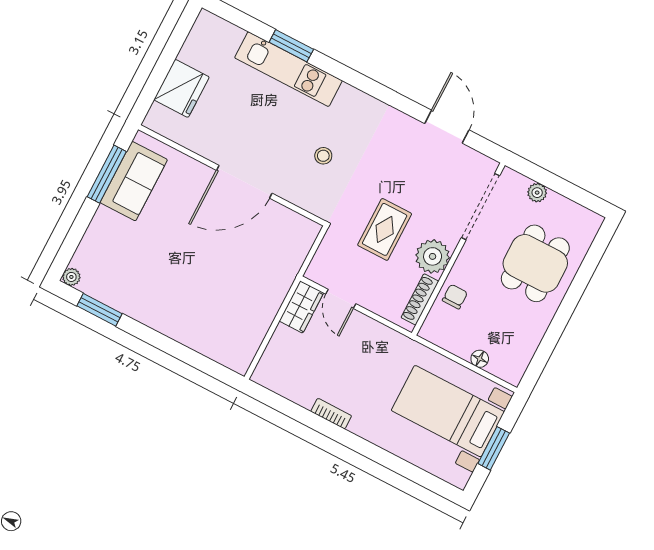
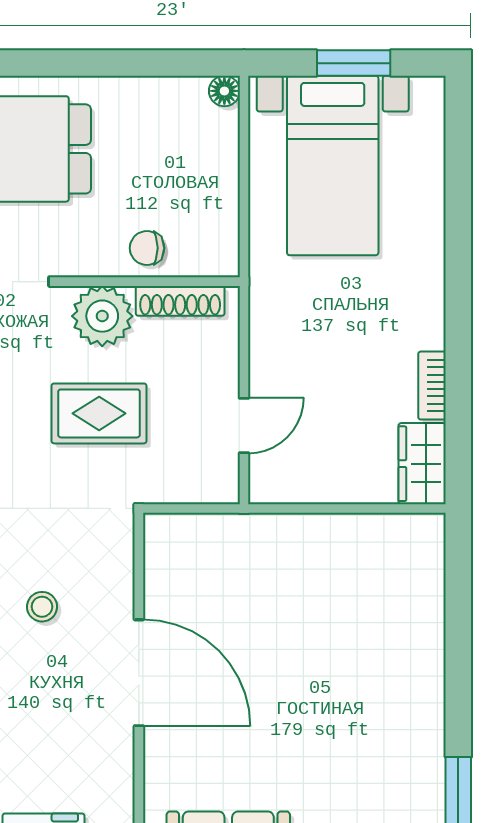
stool: (323, 156) -> (42, 607), moved
wardrobe: (301, 307) -> (422, 464), moved, turned -90
floor lamp: (480, 359) -> (224, 91), moved
bookcase: (331, 414) -> (432, 386), moved

